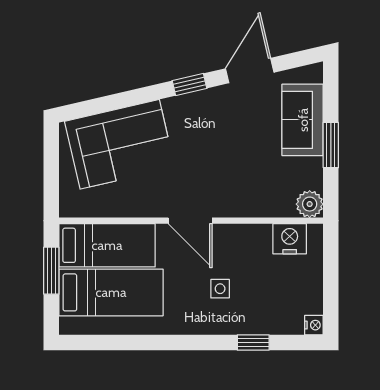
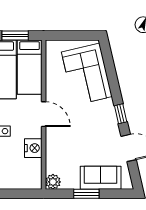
door: (190, 221) -> (44, 114), swing flipped
nightstand: (290, 239) -> (33, 148), moved

